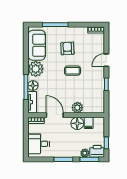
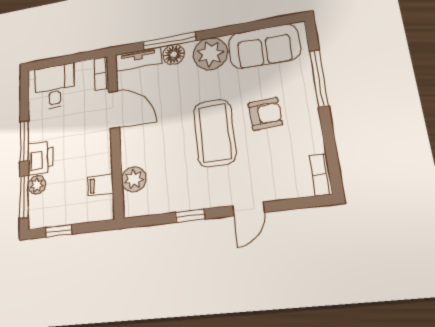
door: (106, 60) -> (249, 209), swing flipped
coffee table: (72, 71) -> (215, 133), width x1.86, depth x1.72
plant: (77, 108) -> (134, 179), moved
door: (55, 115) -> (114, 109), hinge flipped
floor lamp: (77, 123) -> (98, 160), removed
printer: (97, 151) -> (40, 158), moved

